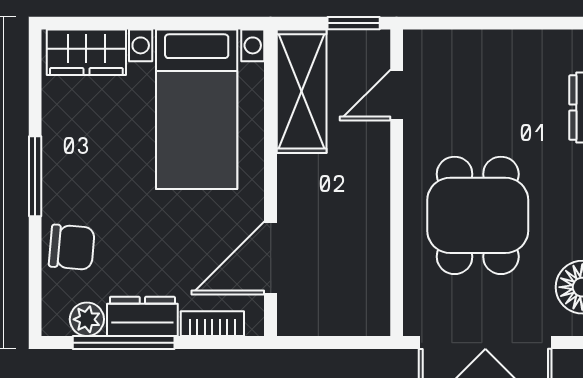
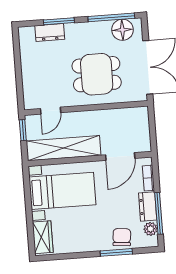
shelving: (302, 91) -> (64, 148), width x1.47
door: (397, 95) -> (51, 111), hinge flipped
window: (35, 176) -> (116, 252), moved
door: (271, 258) -> (120, 157), hinge flipped

